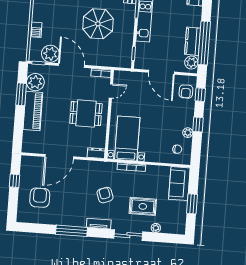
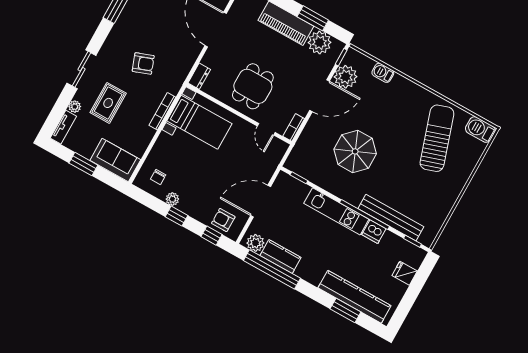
tv unit: (99, 224) -> (63, 127), moved

